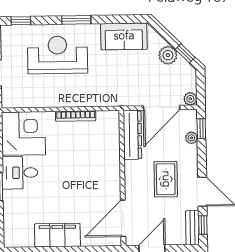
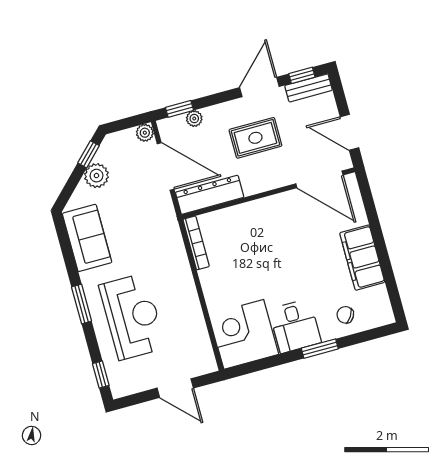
reception desk: (58, 55) -> (132, 317), turned 180
bookcase: (76, 116) -> (196, 243), moved
chair: (19, 212) -> (345, 315), added

